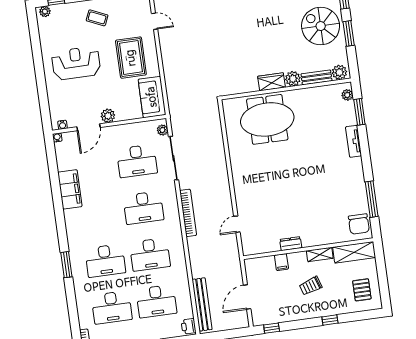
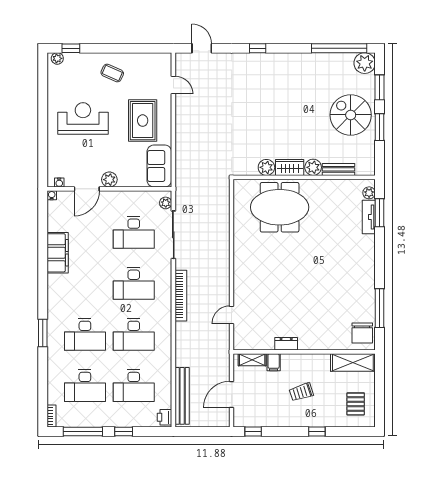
plant: (339, 72) -> (266, 167), moved
tv unit: (353, 141) -> (369, 217), moved
shelving: (320, 254) -> (252, 360), moved

